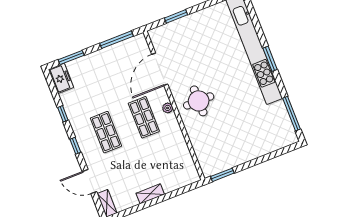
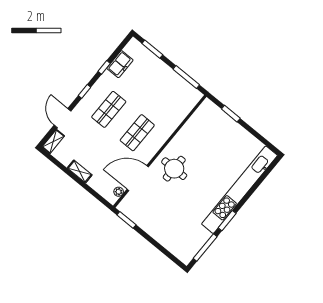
window: (270, 59) -> (227, 221), moved
door: (160, 69) -> (138, 178), moved
freezer: (61, 78) -> (120, 64), moved
plant: (168, 108) -> (119, 192), moved

